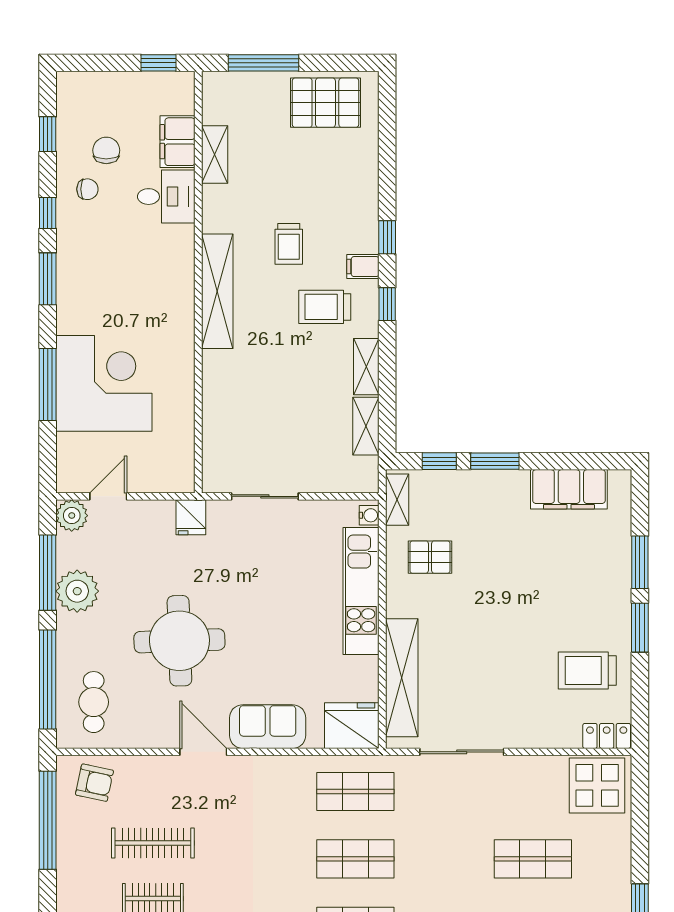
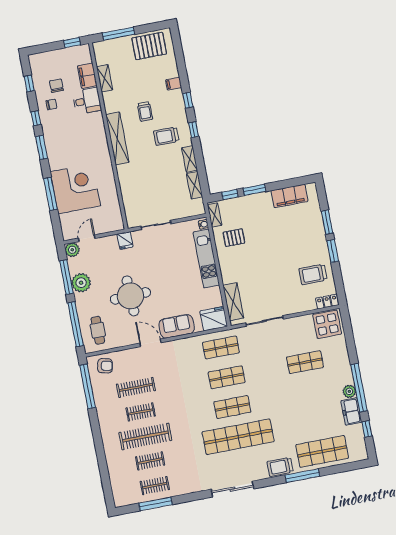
filing cabinet: (363, 267) -> (174, 84), moved
shelving: (402, 678) -> (233, 302), width x0.68

